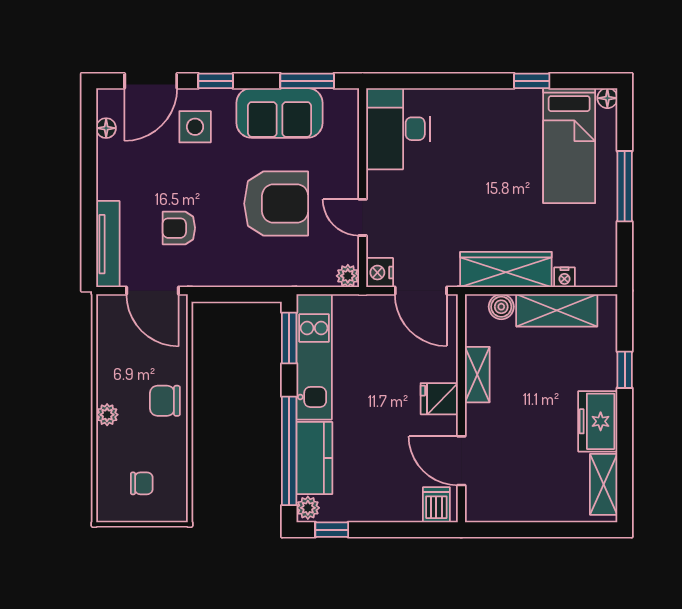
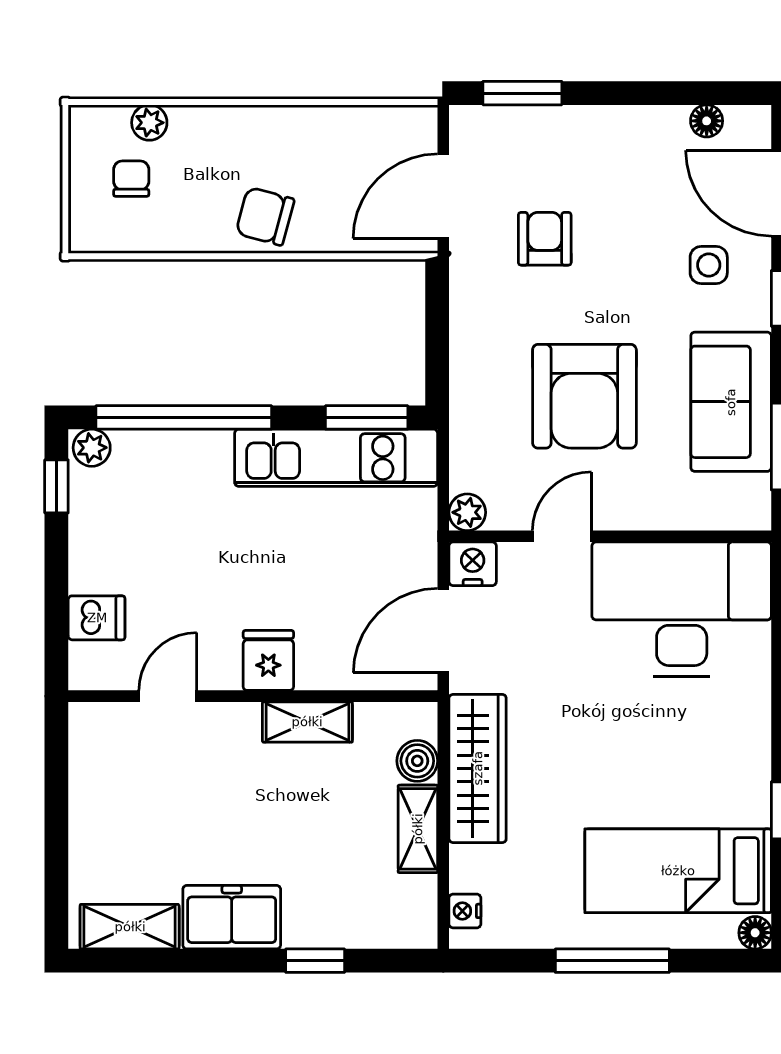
side table: (195, 127) -> (709, 265), width x0.73, depth x0.73
desk: (398, 129) -> (682, 609), width x1.36, depth x1.30
window: (89, 242) -> (522, 93), added
tv unit: (108, 244) -> (519, 124), removed
nightstand: (564, 277) -> (465, 911), moved
shelving: (557, 310) -> (418, 829), width x0.67, depth x0.75
chair: (165, 401) -> (265, 216), turned -75
plant: (107, 415) -> (149, 123), moved
kitchen counter: (314, 458) -> (172, 458), removed
door: (461, 461) -> (168, 696), width x0.73
chair: (142, 483) -> (131, 179), turned 180
dishwasher: (436, 505) -> (97, 618), moved

